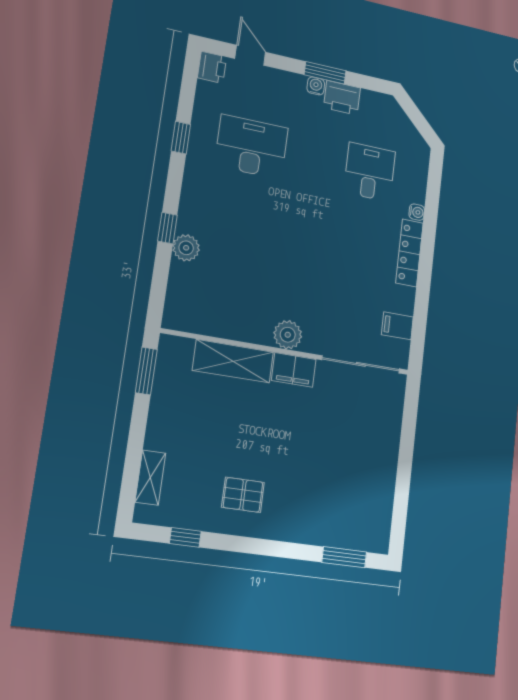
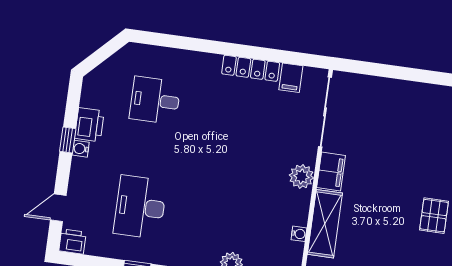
window: (325, 73) -> (68, 140), width x0.67
water cooler: (417, 212) -> (299, 234), moved, turned 90
locker: (409, 253) -> (251, 68), moved

